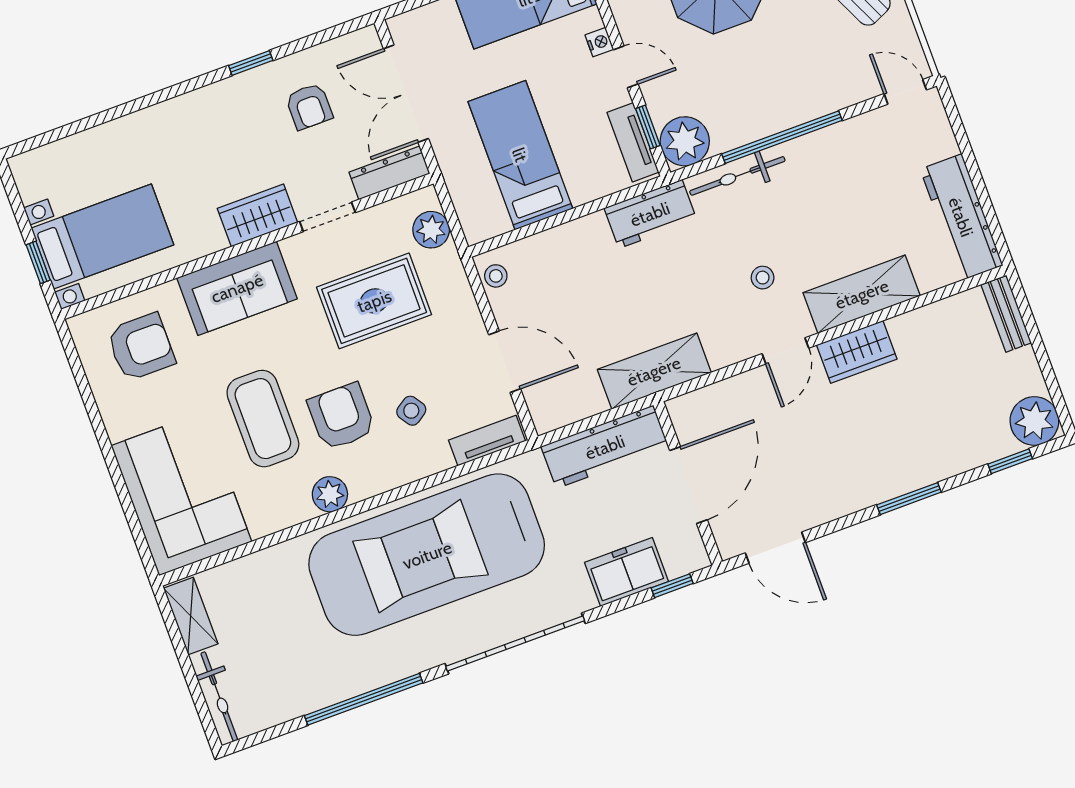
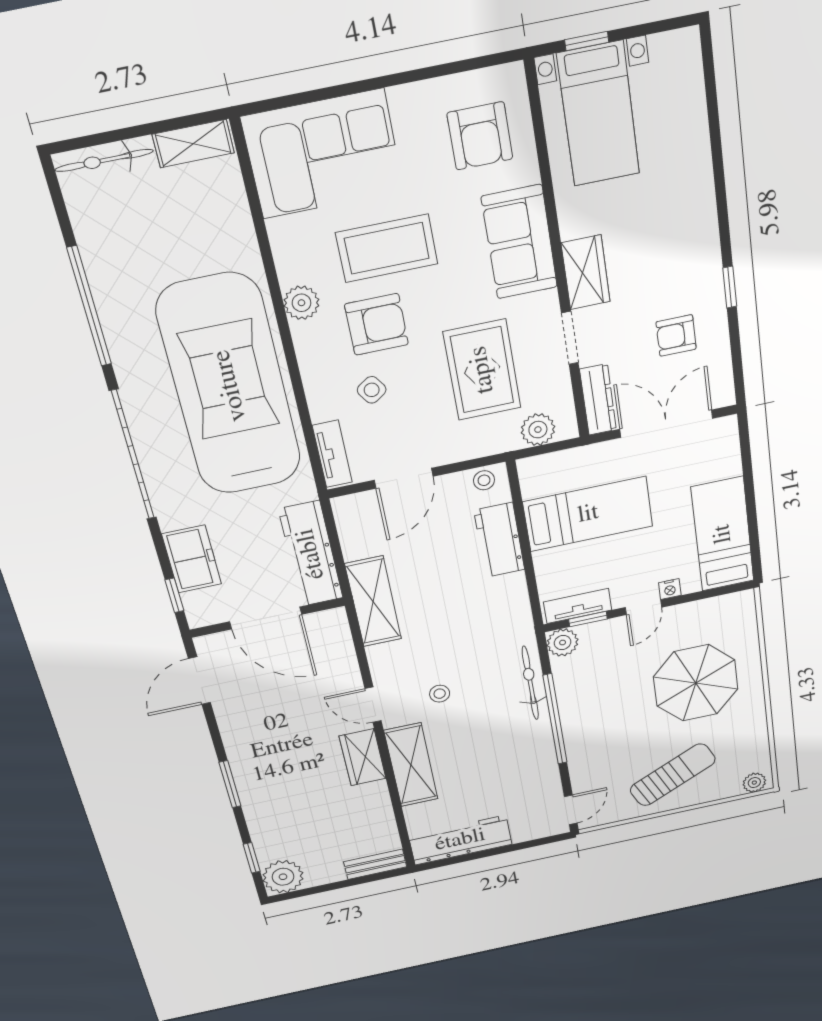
plant: (685, 141) -> (563, 643), width x0.73, depth x0.73
workbench: (650, 214) -> (499, 540), moved

